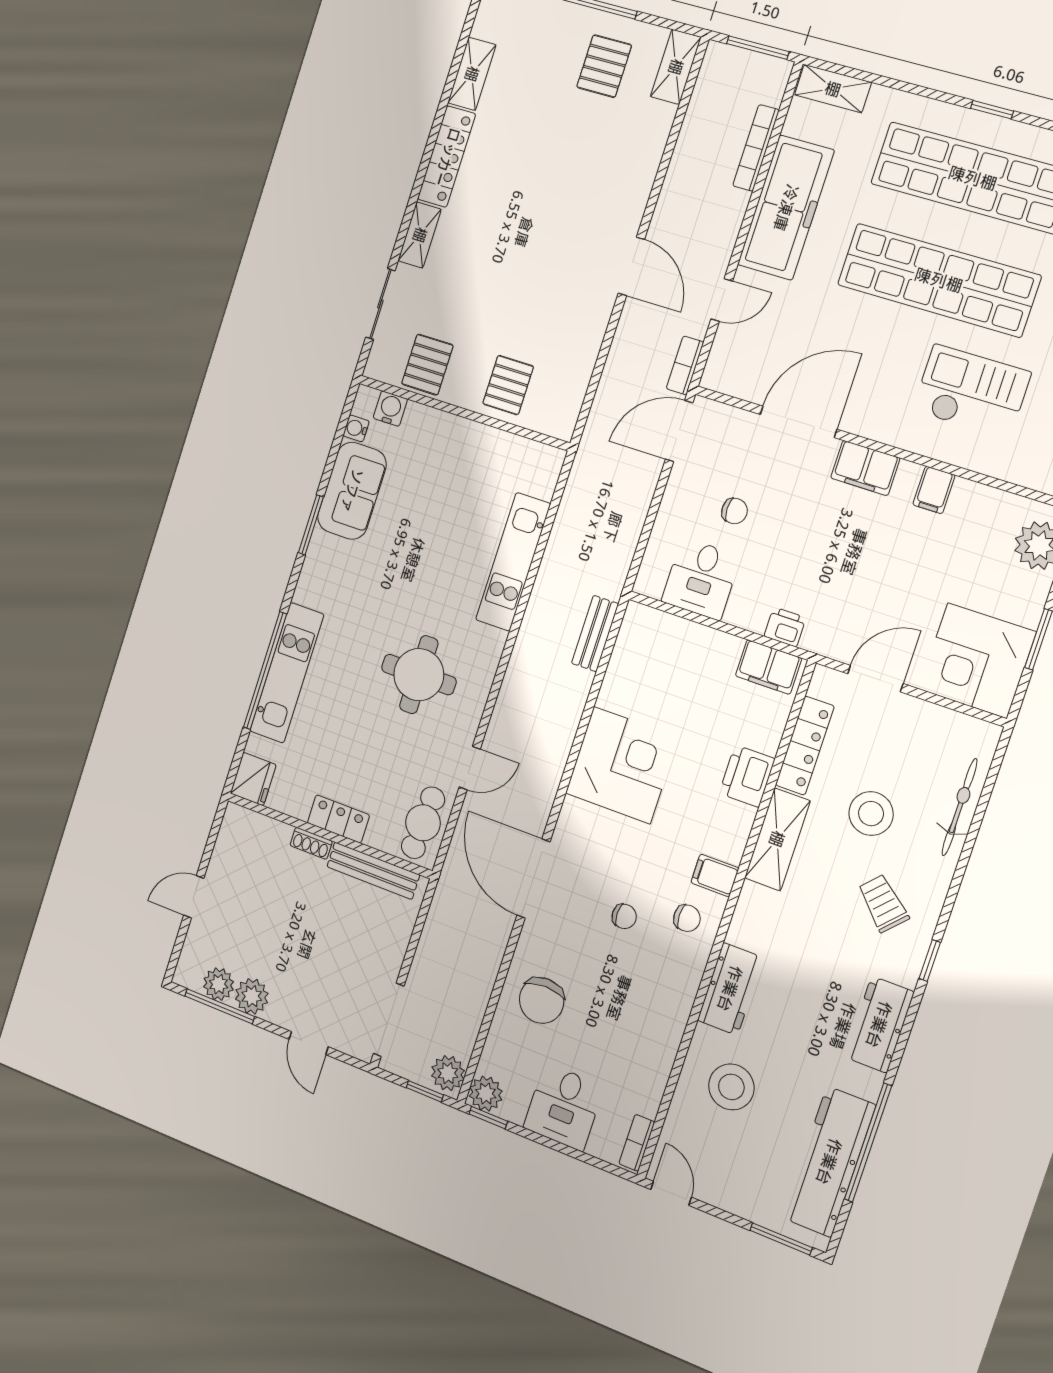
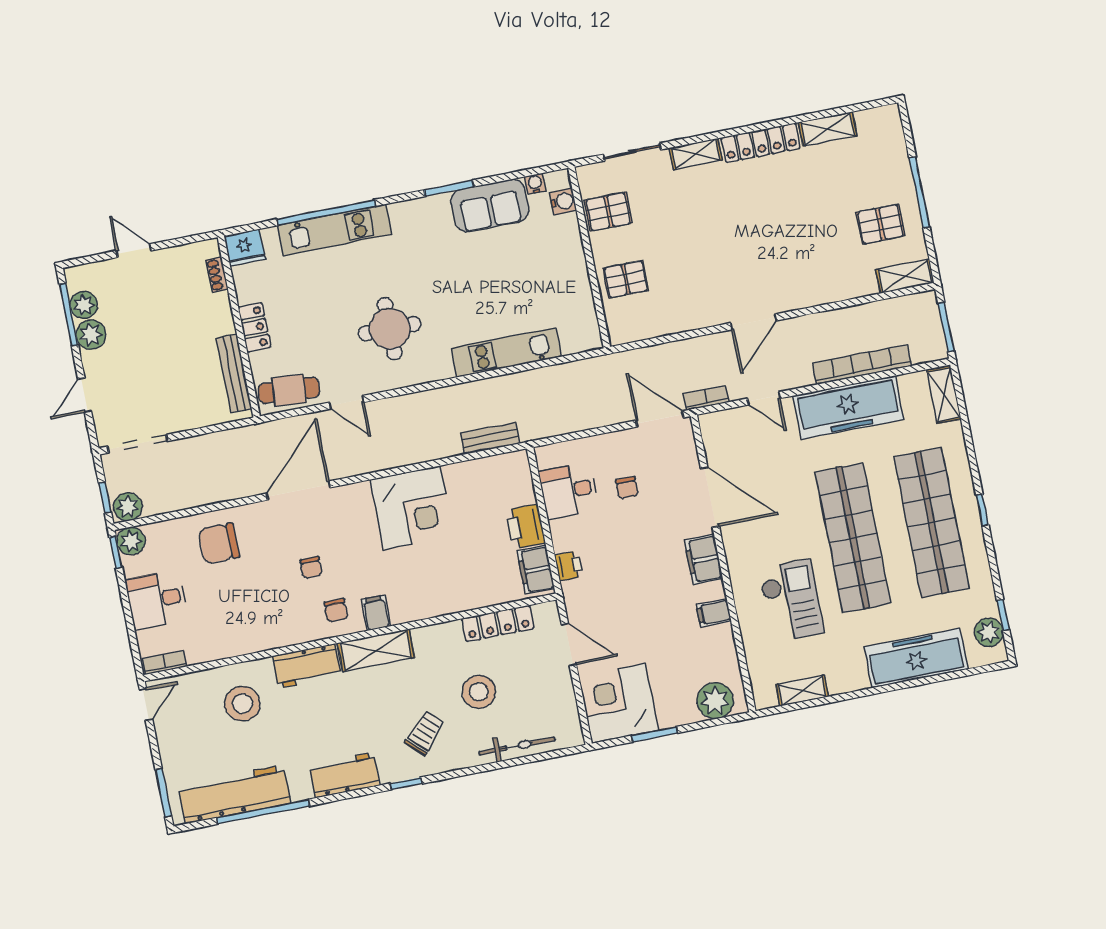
bookcase: (756, 148) -> (862, 365), width x1.48, depth x1.31
printer: (747, 776) -> (526, 527), moved, turned -90
shelving: (777, 839) -> (376, 650), moved
shoe rack: (311, 843) -> (217, 275), moved

